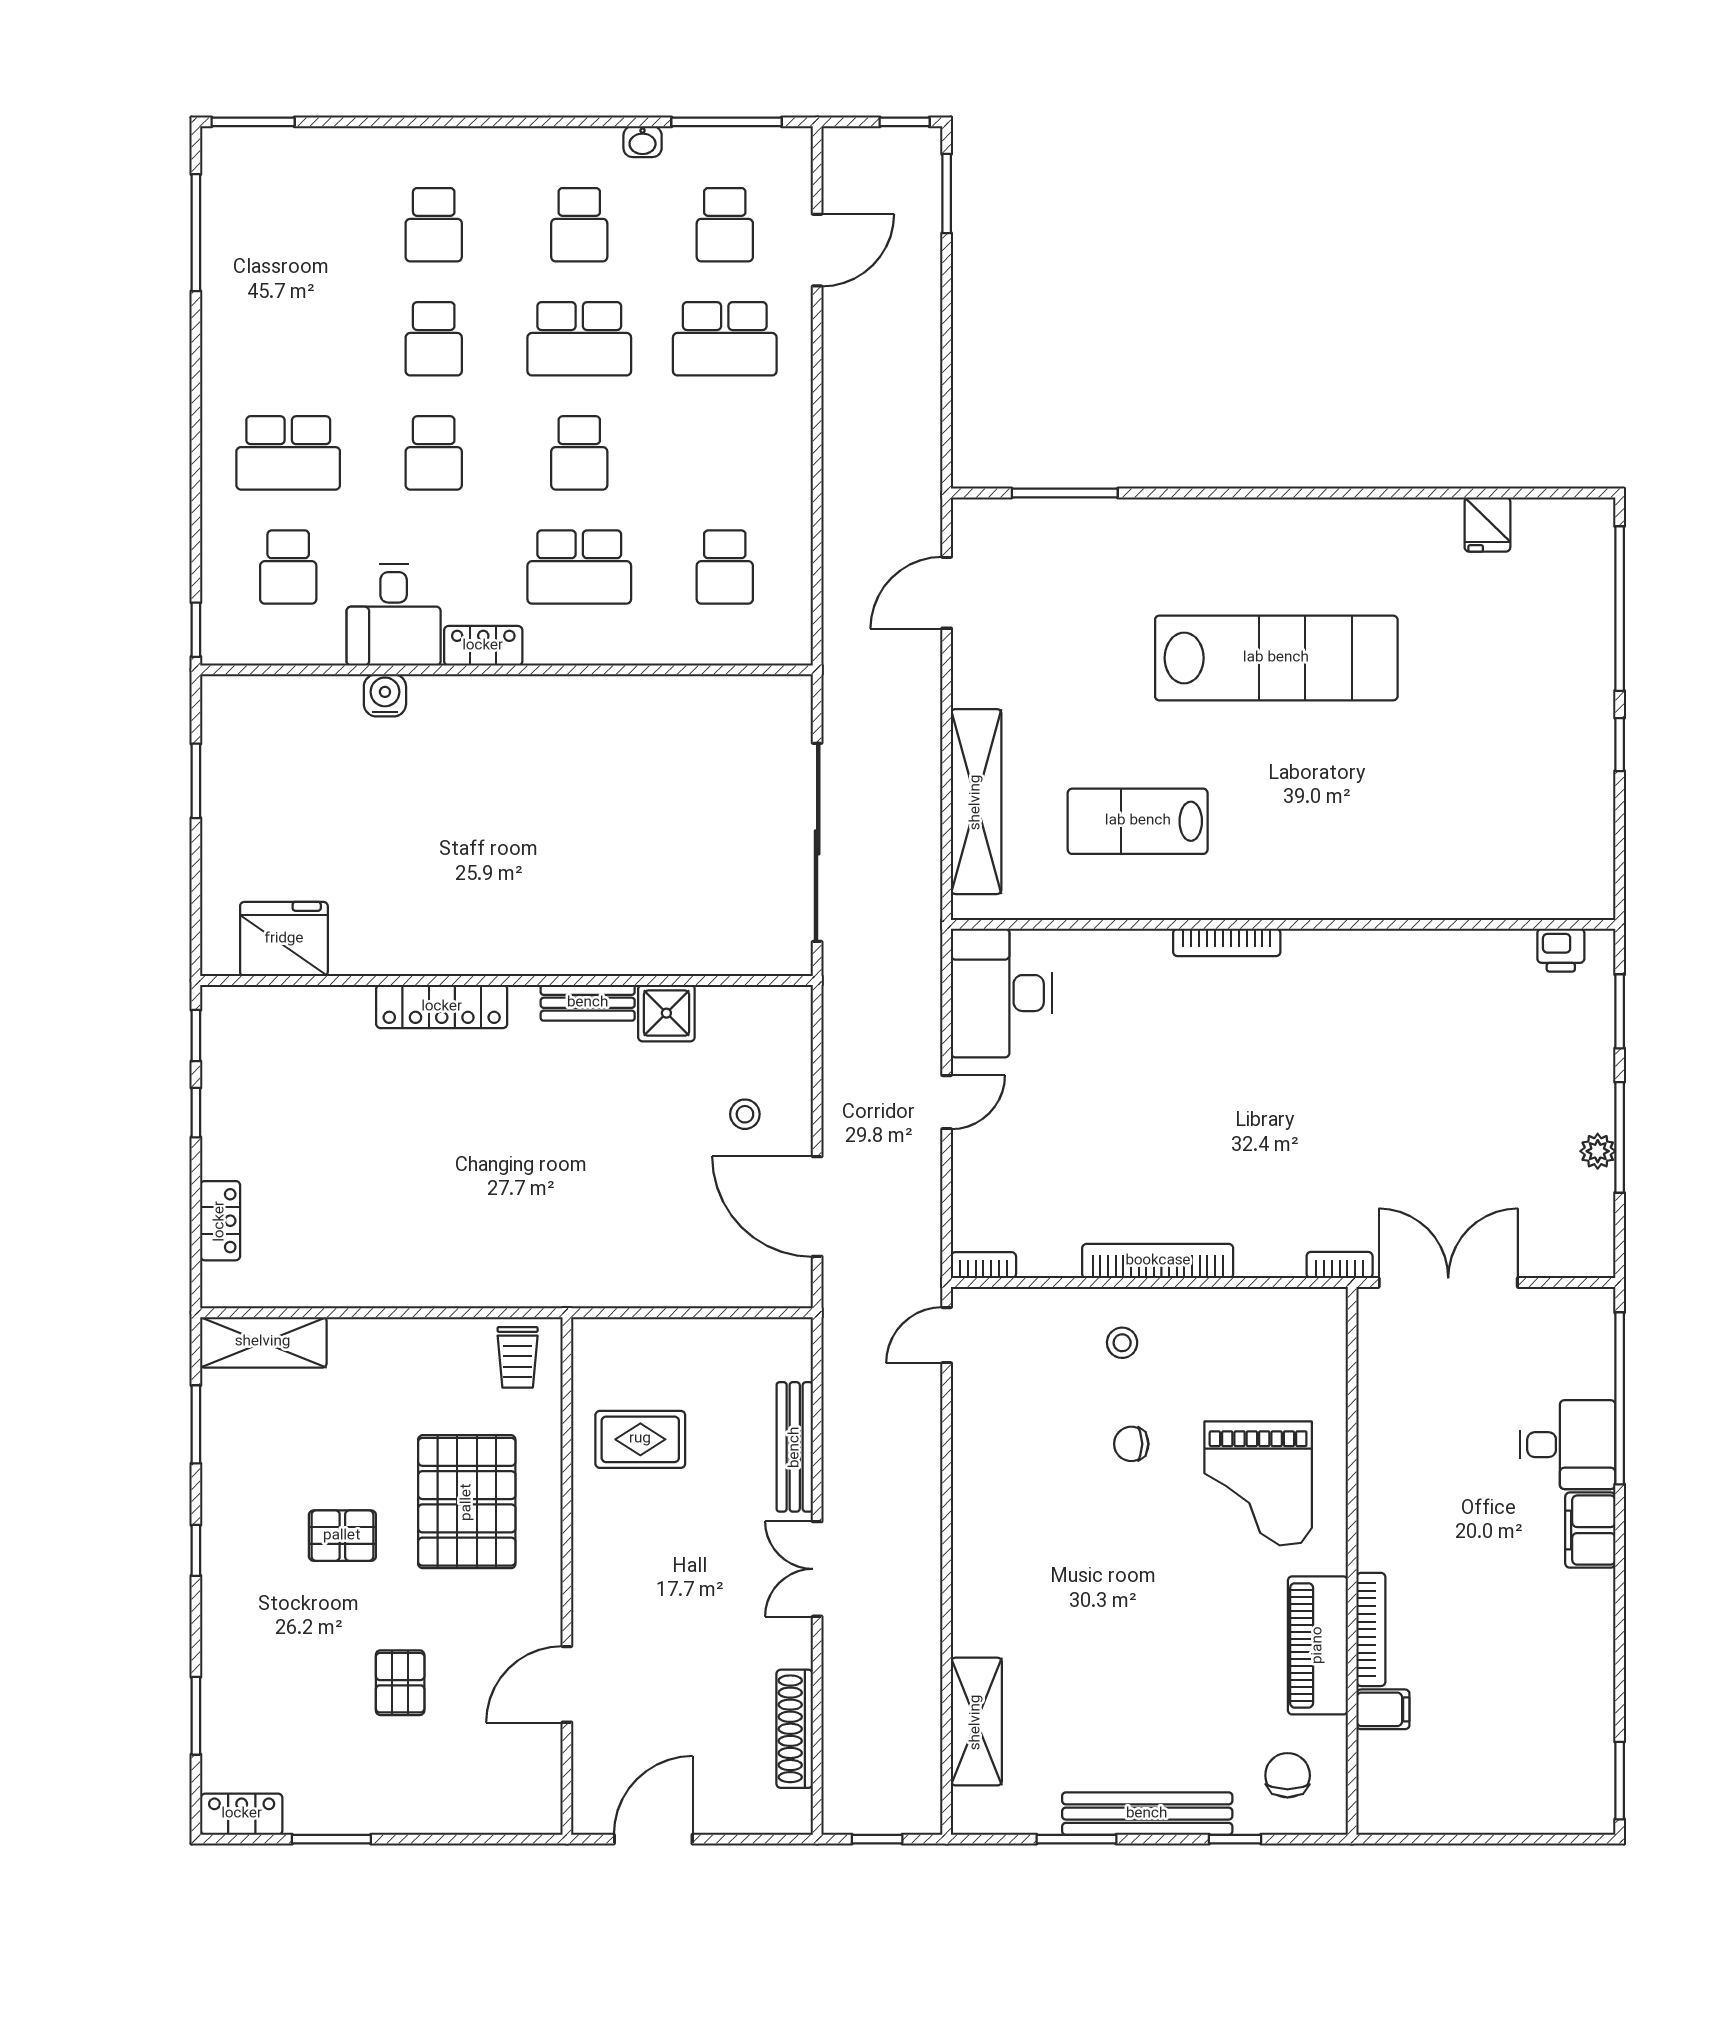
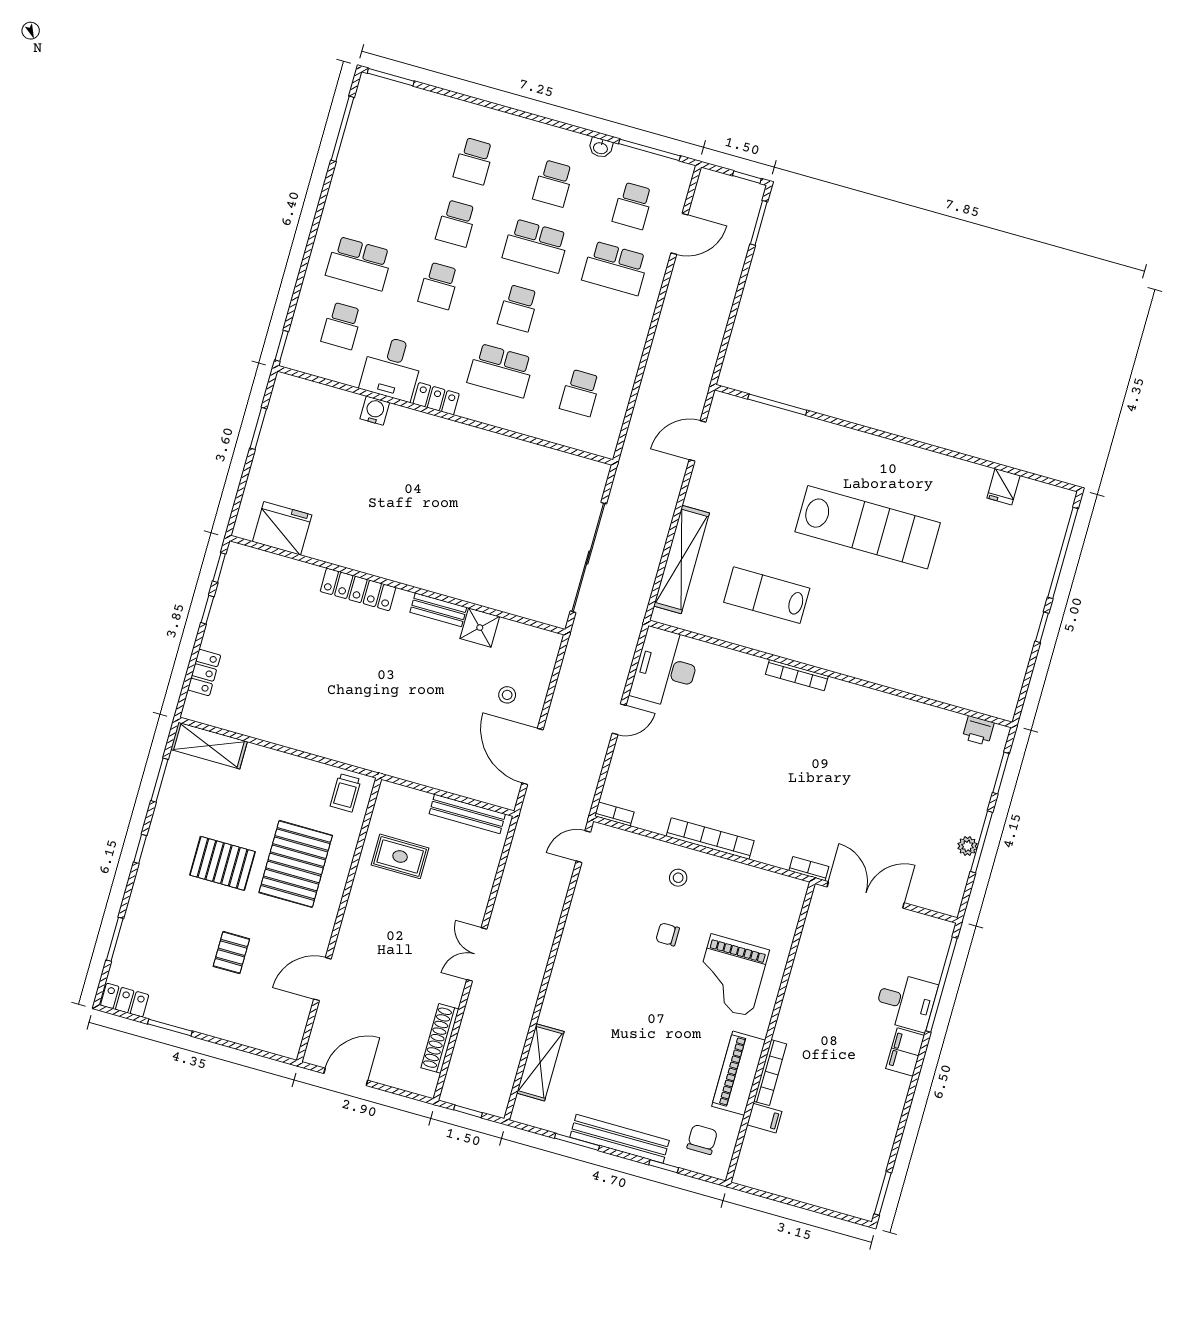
bench: (795, 1447) -> (467, 814), moved, turned 90
pallet: (342, 1536) -> (222, 863), width x1.50, depth x1.42

